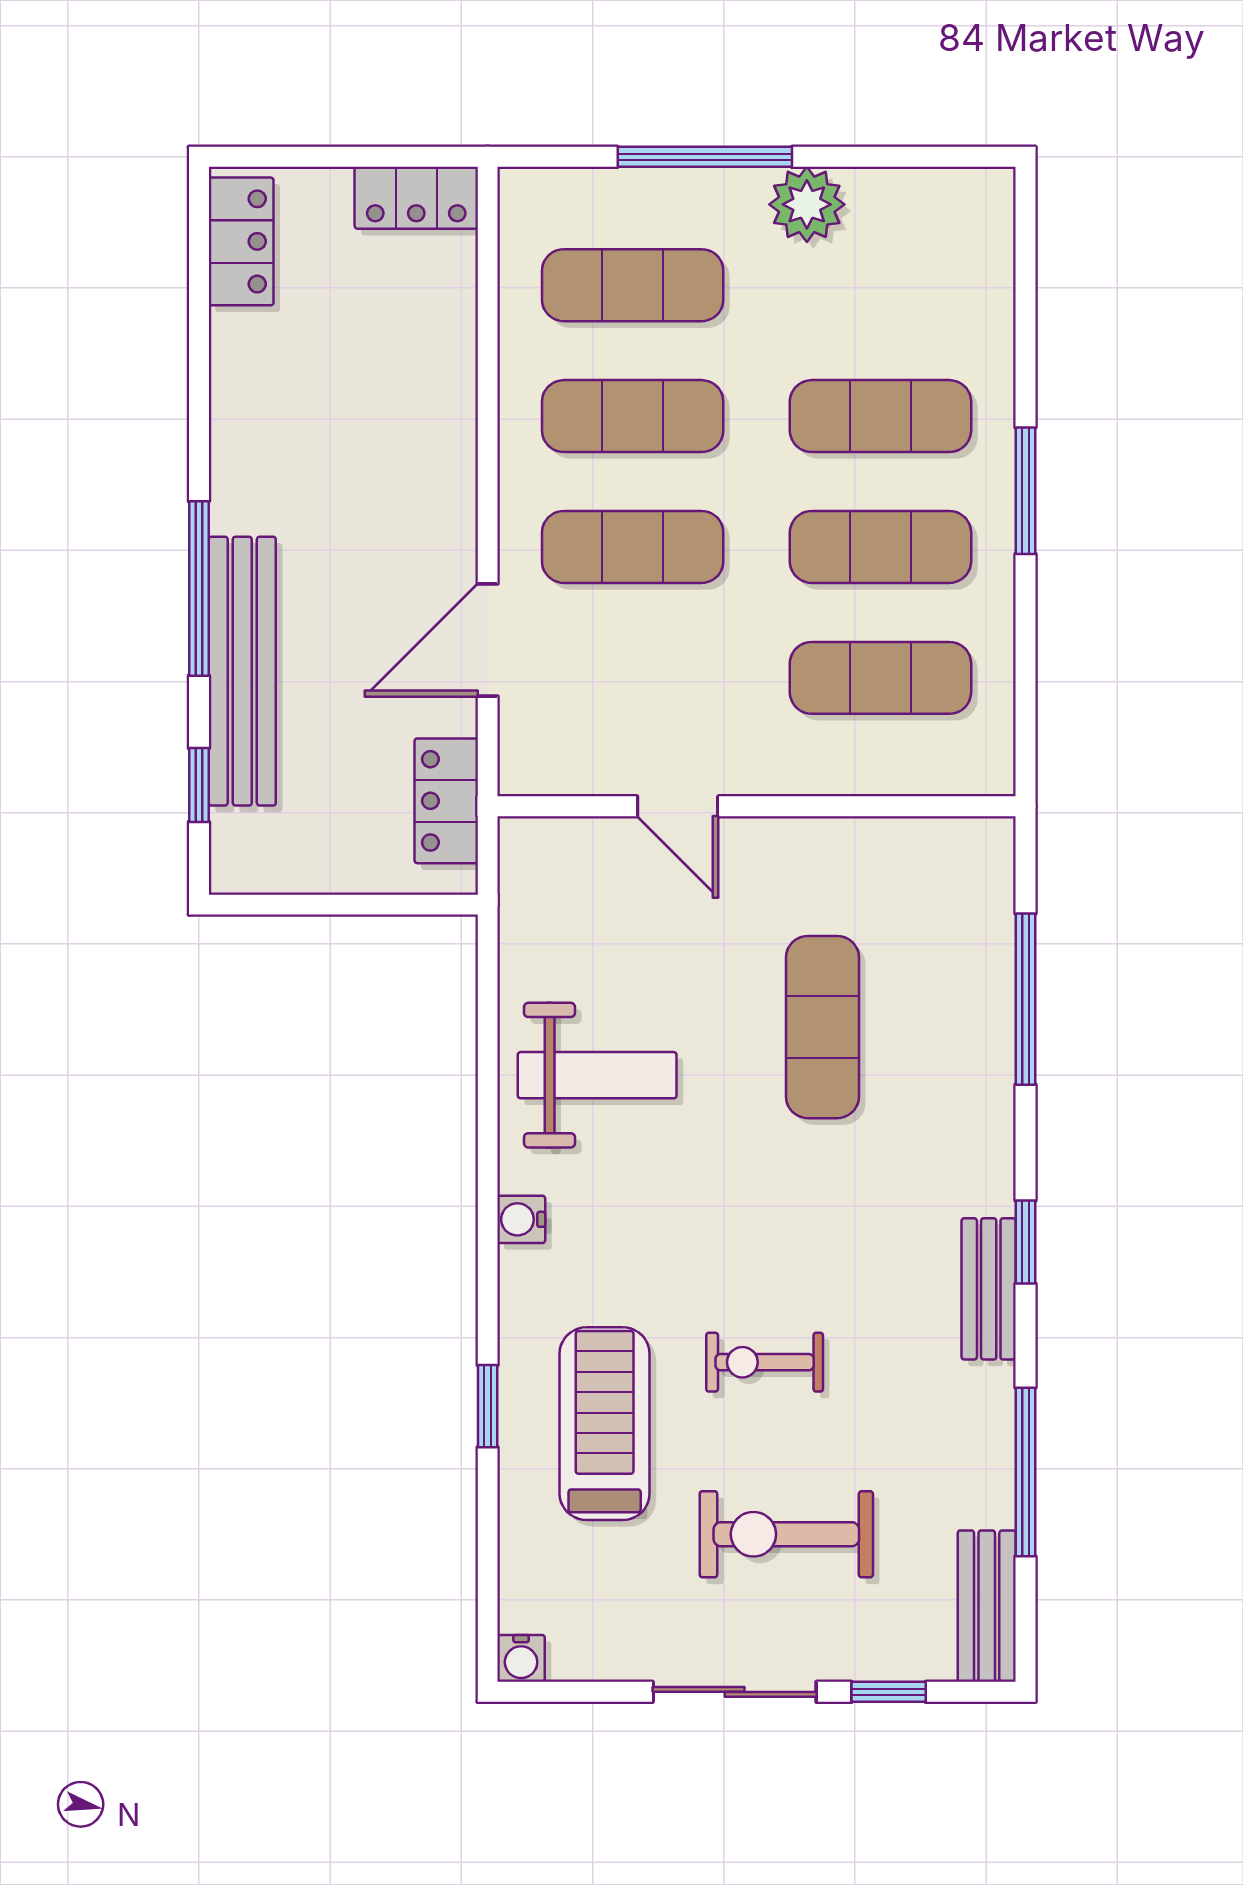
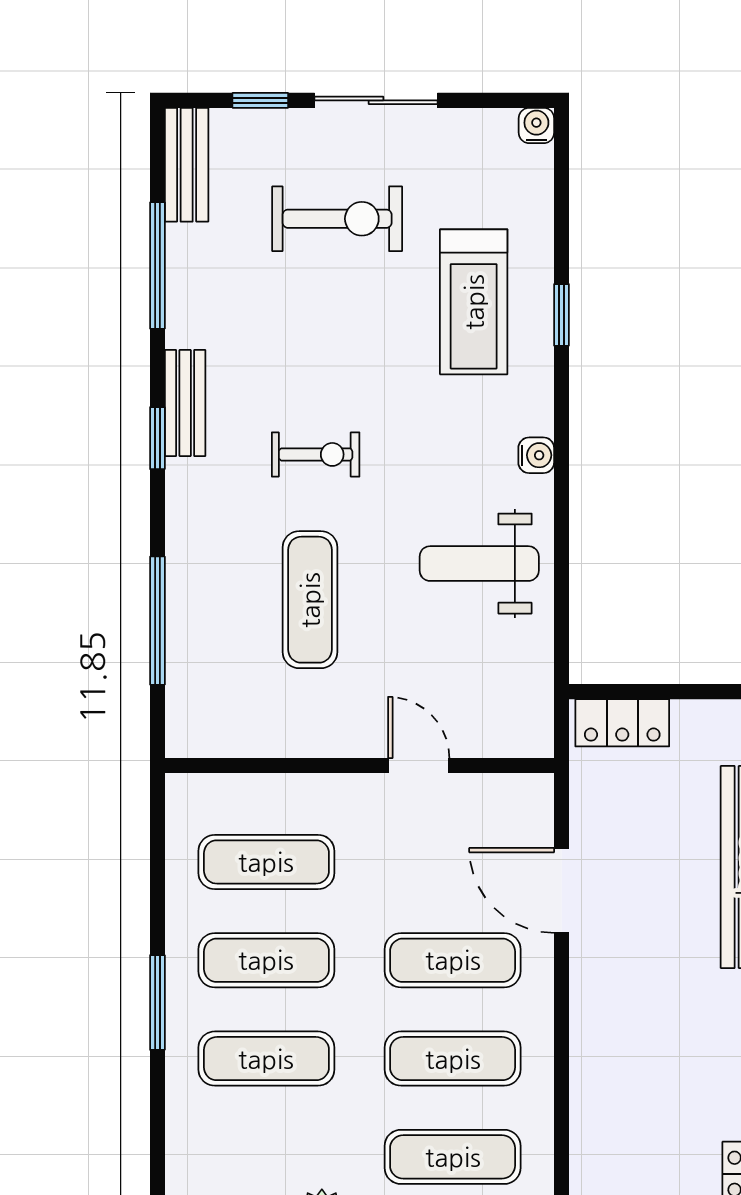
door: (488, 640) -> (562, 890), swing flipped
locker: (446, 801) -> (622, 723), moved, turned 90
exercise bike: (765, 1362) -> (316, 454), moved

